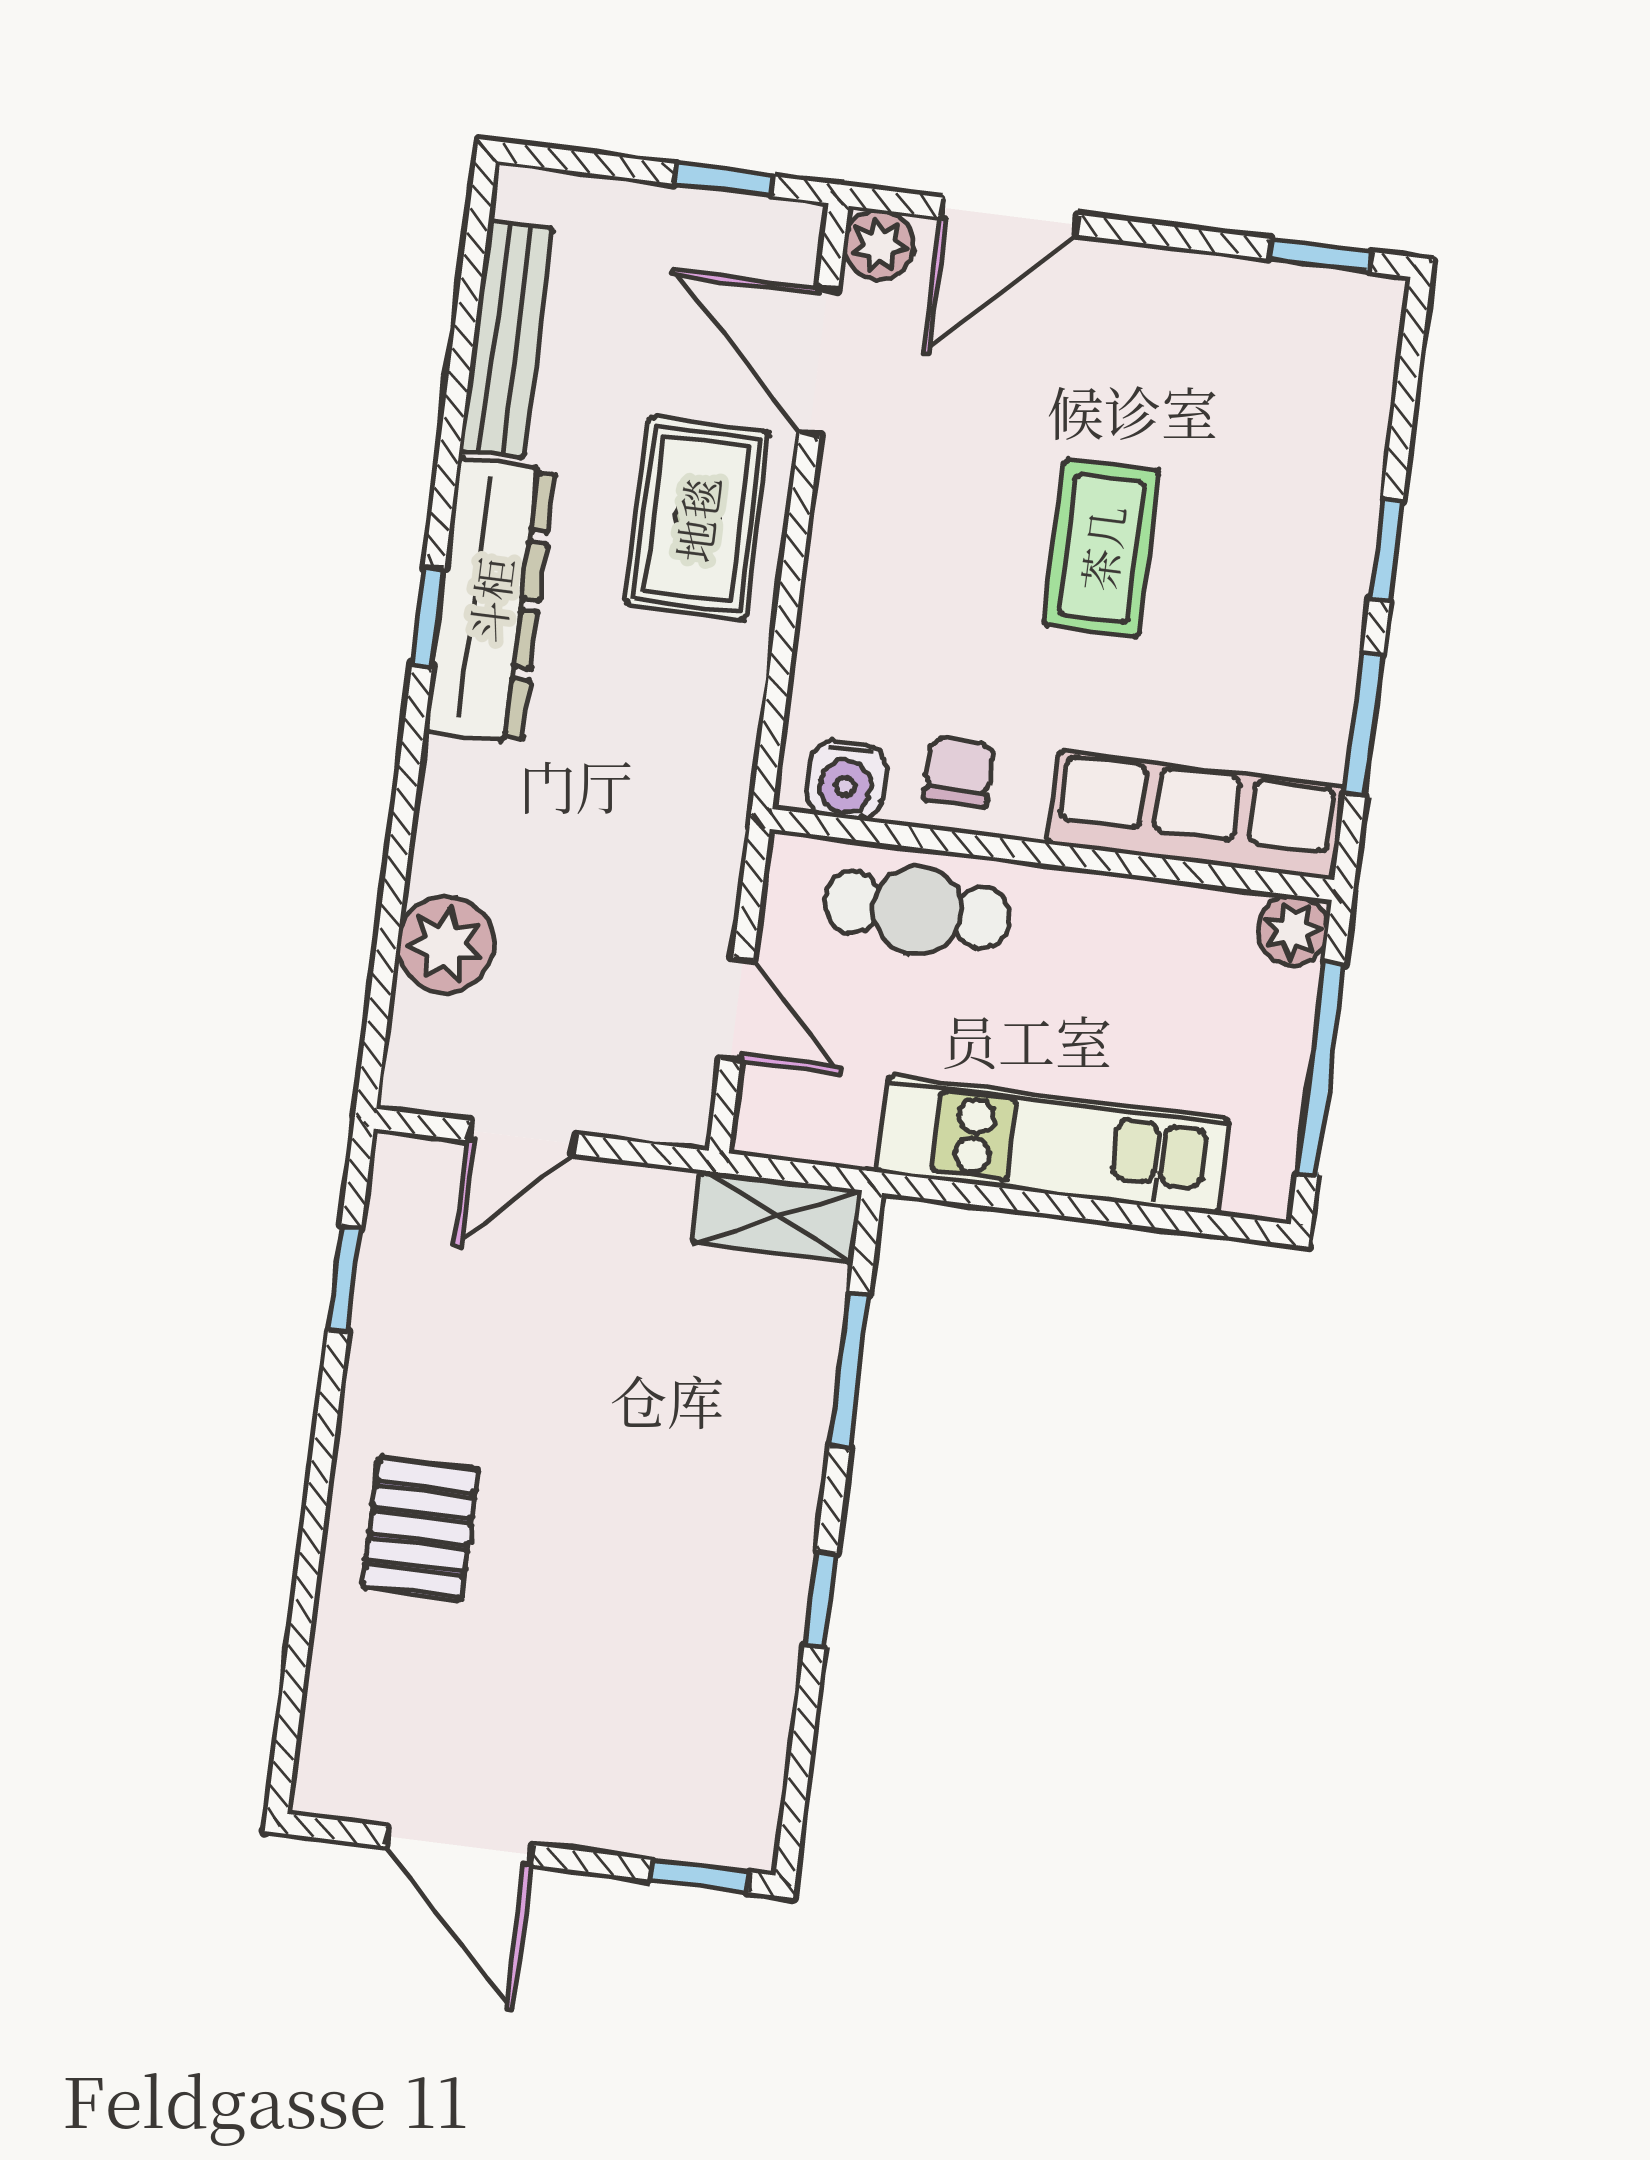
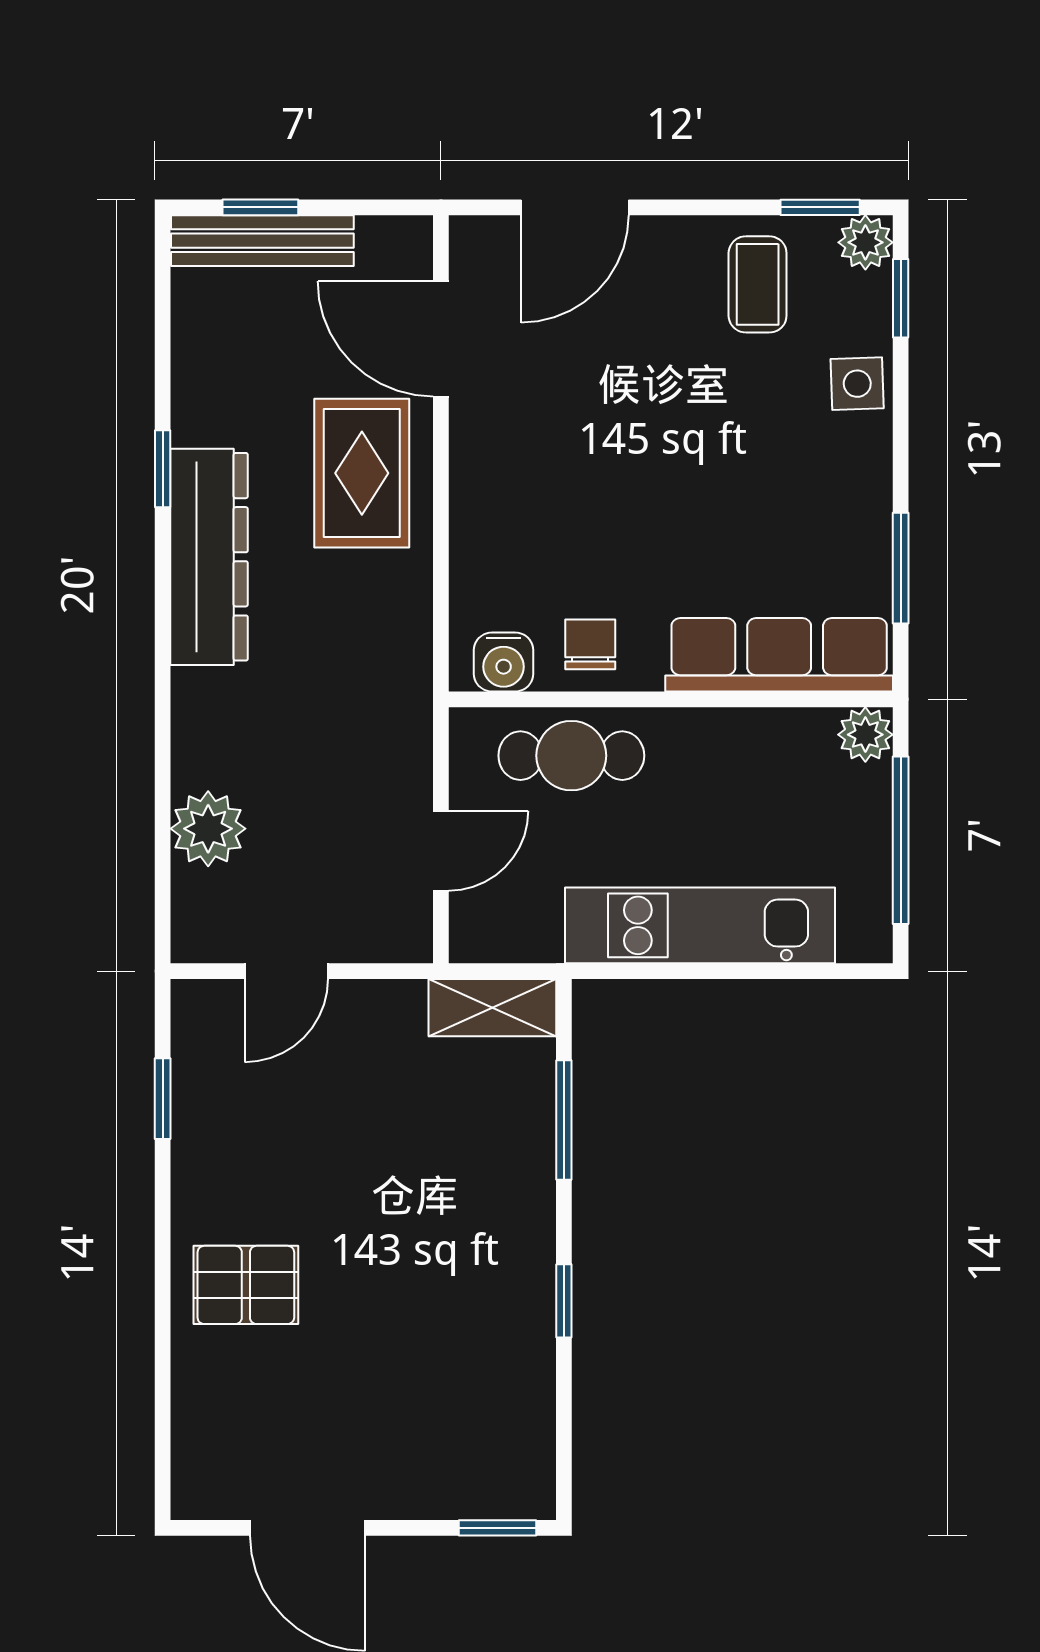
window: (724, 180) -> (260, 207), moved
plant: (879, 245) -> (865, 242), moved
bench: (506, 339) -> (262, 241), moved, turned 90
side table: (1339, 485) -> (857, 384), added
coffee table: (1102, 548) -> (758, 284), moved, width x0.73, depth x0.77
window: (1386, 550) -> (901, 298), moved
window: (428, 617) -> (163, 469), moved
door: (737, 1009) -> (441, 851), hinge flipped
pallet: (420, 1528) -> (246, 1285), turned 90

